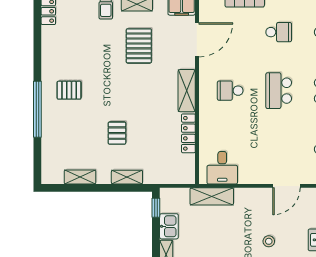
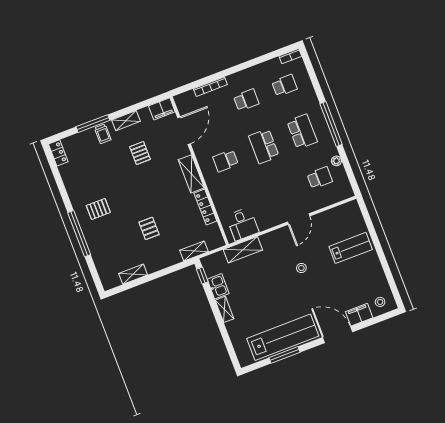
pallet: (139, 46) -> (140, 153), width x0.67, depth x0.71
shelving: (127, 177) -> (194, 251), moved

